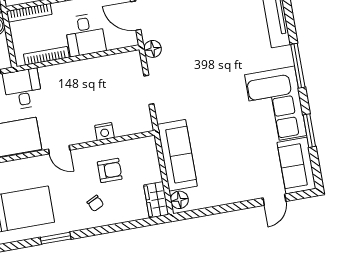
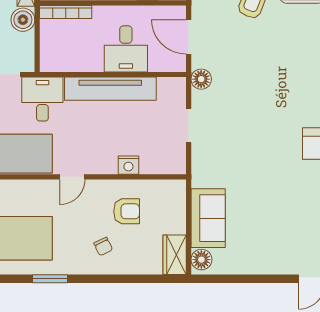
bookcase: (46, 56) -> (77, 65), removed
tv unit: (78, 70) -> (110, 89), added
door: (59, 150) -> (72, 177), hinge flipped
sofa: (177, 155) -> (208, 218), width x0.73

